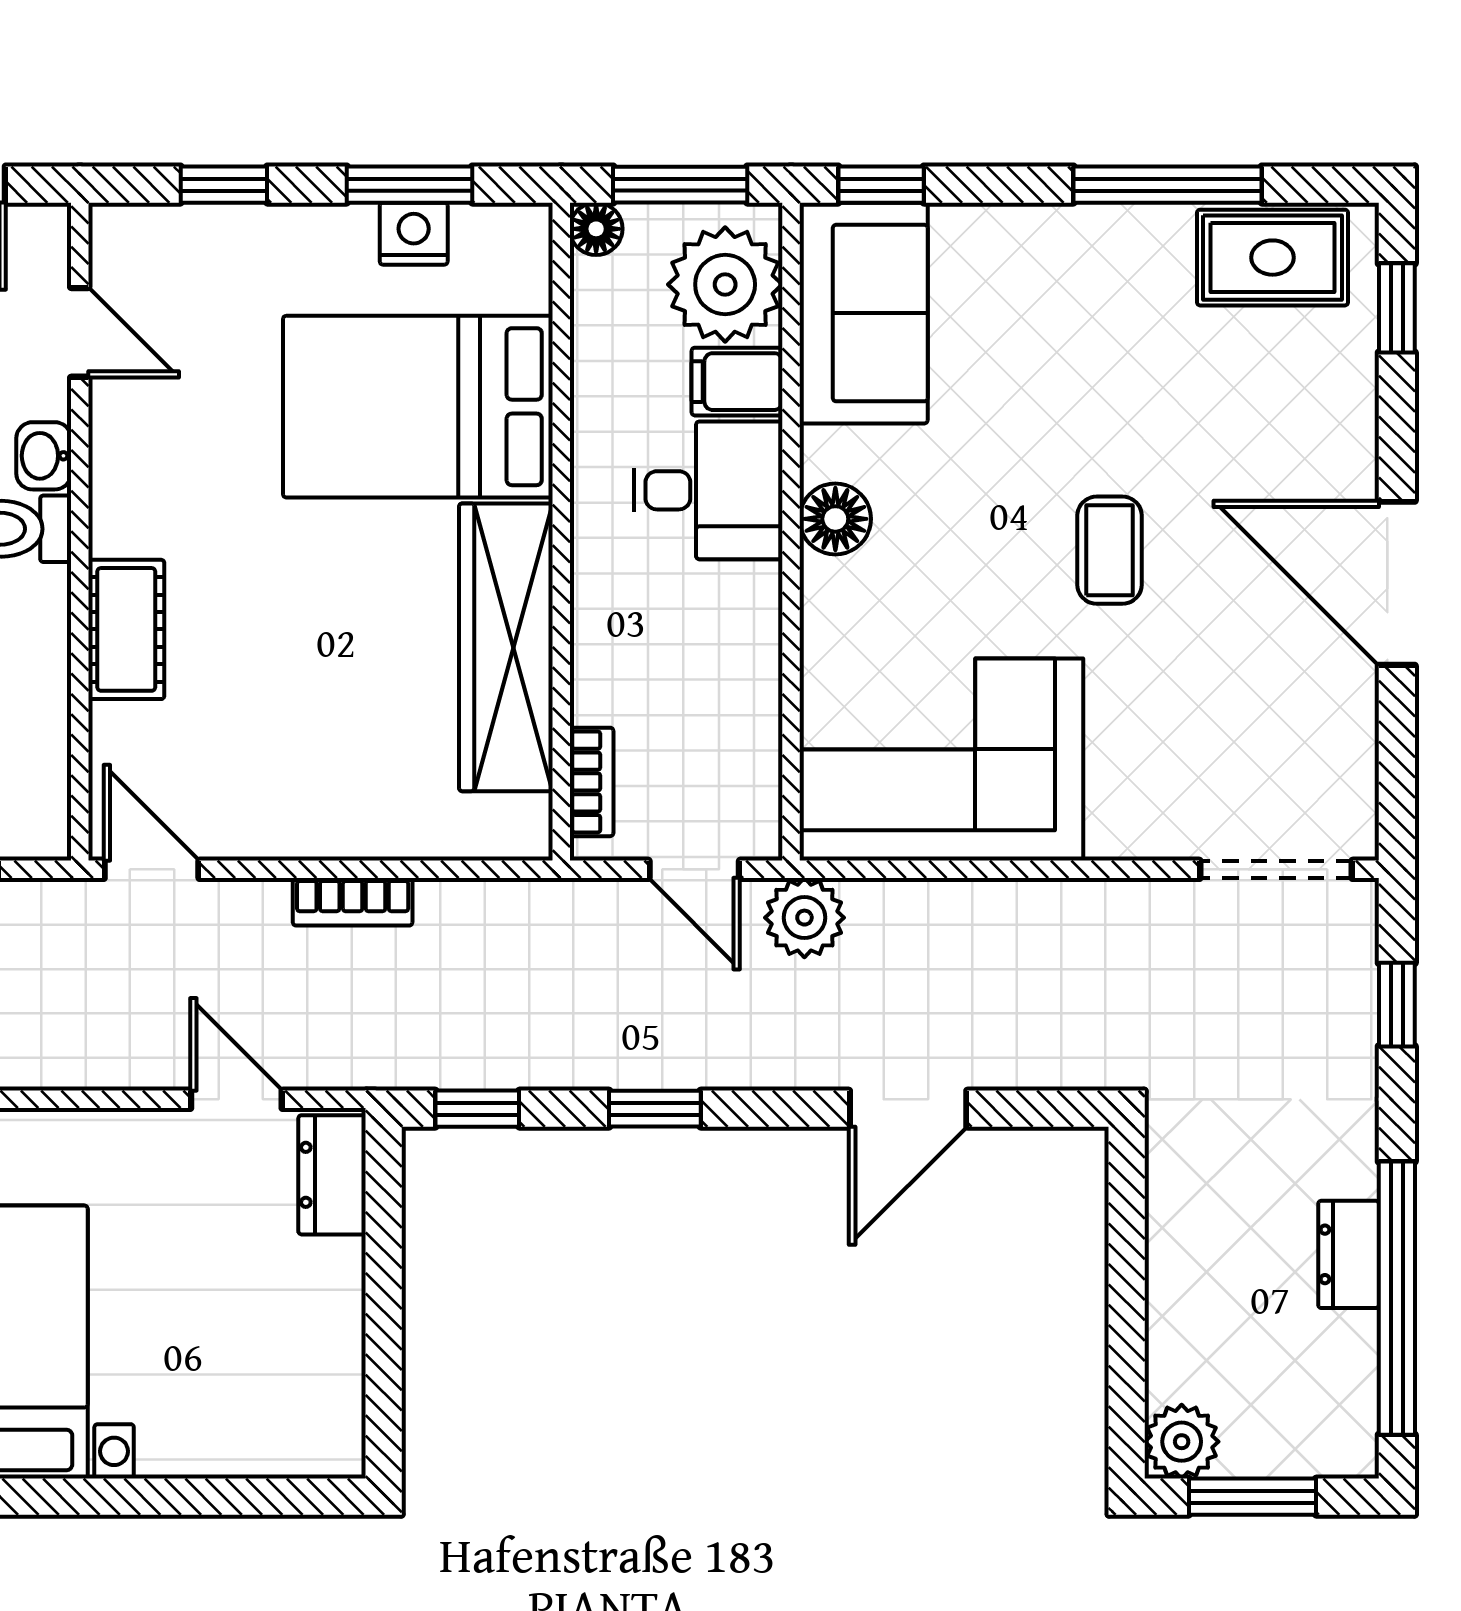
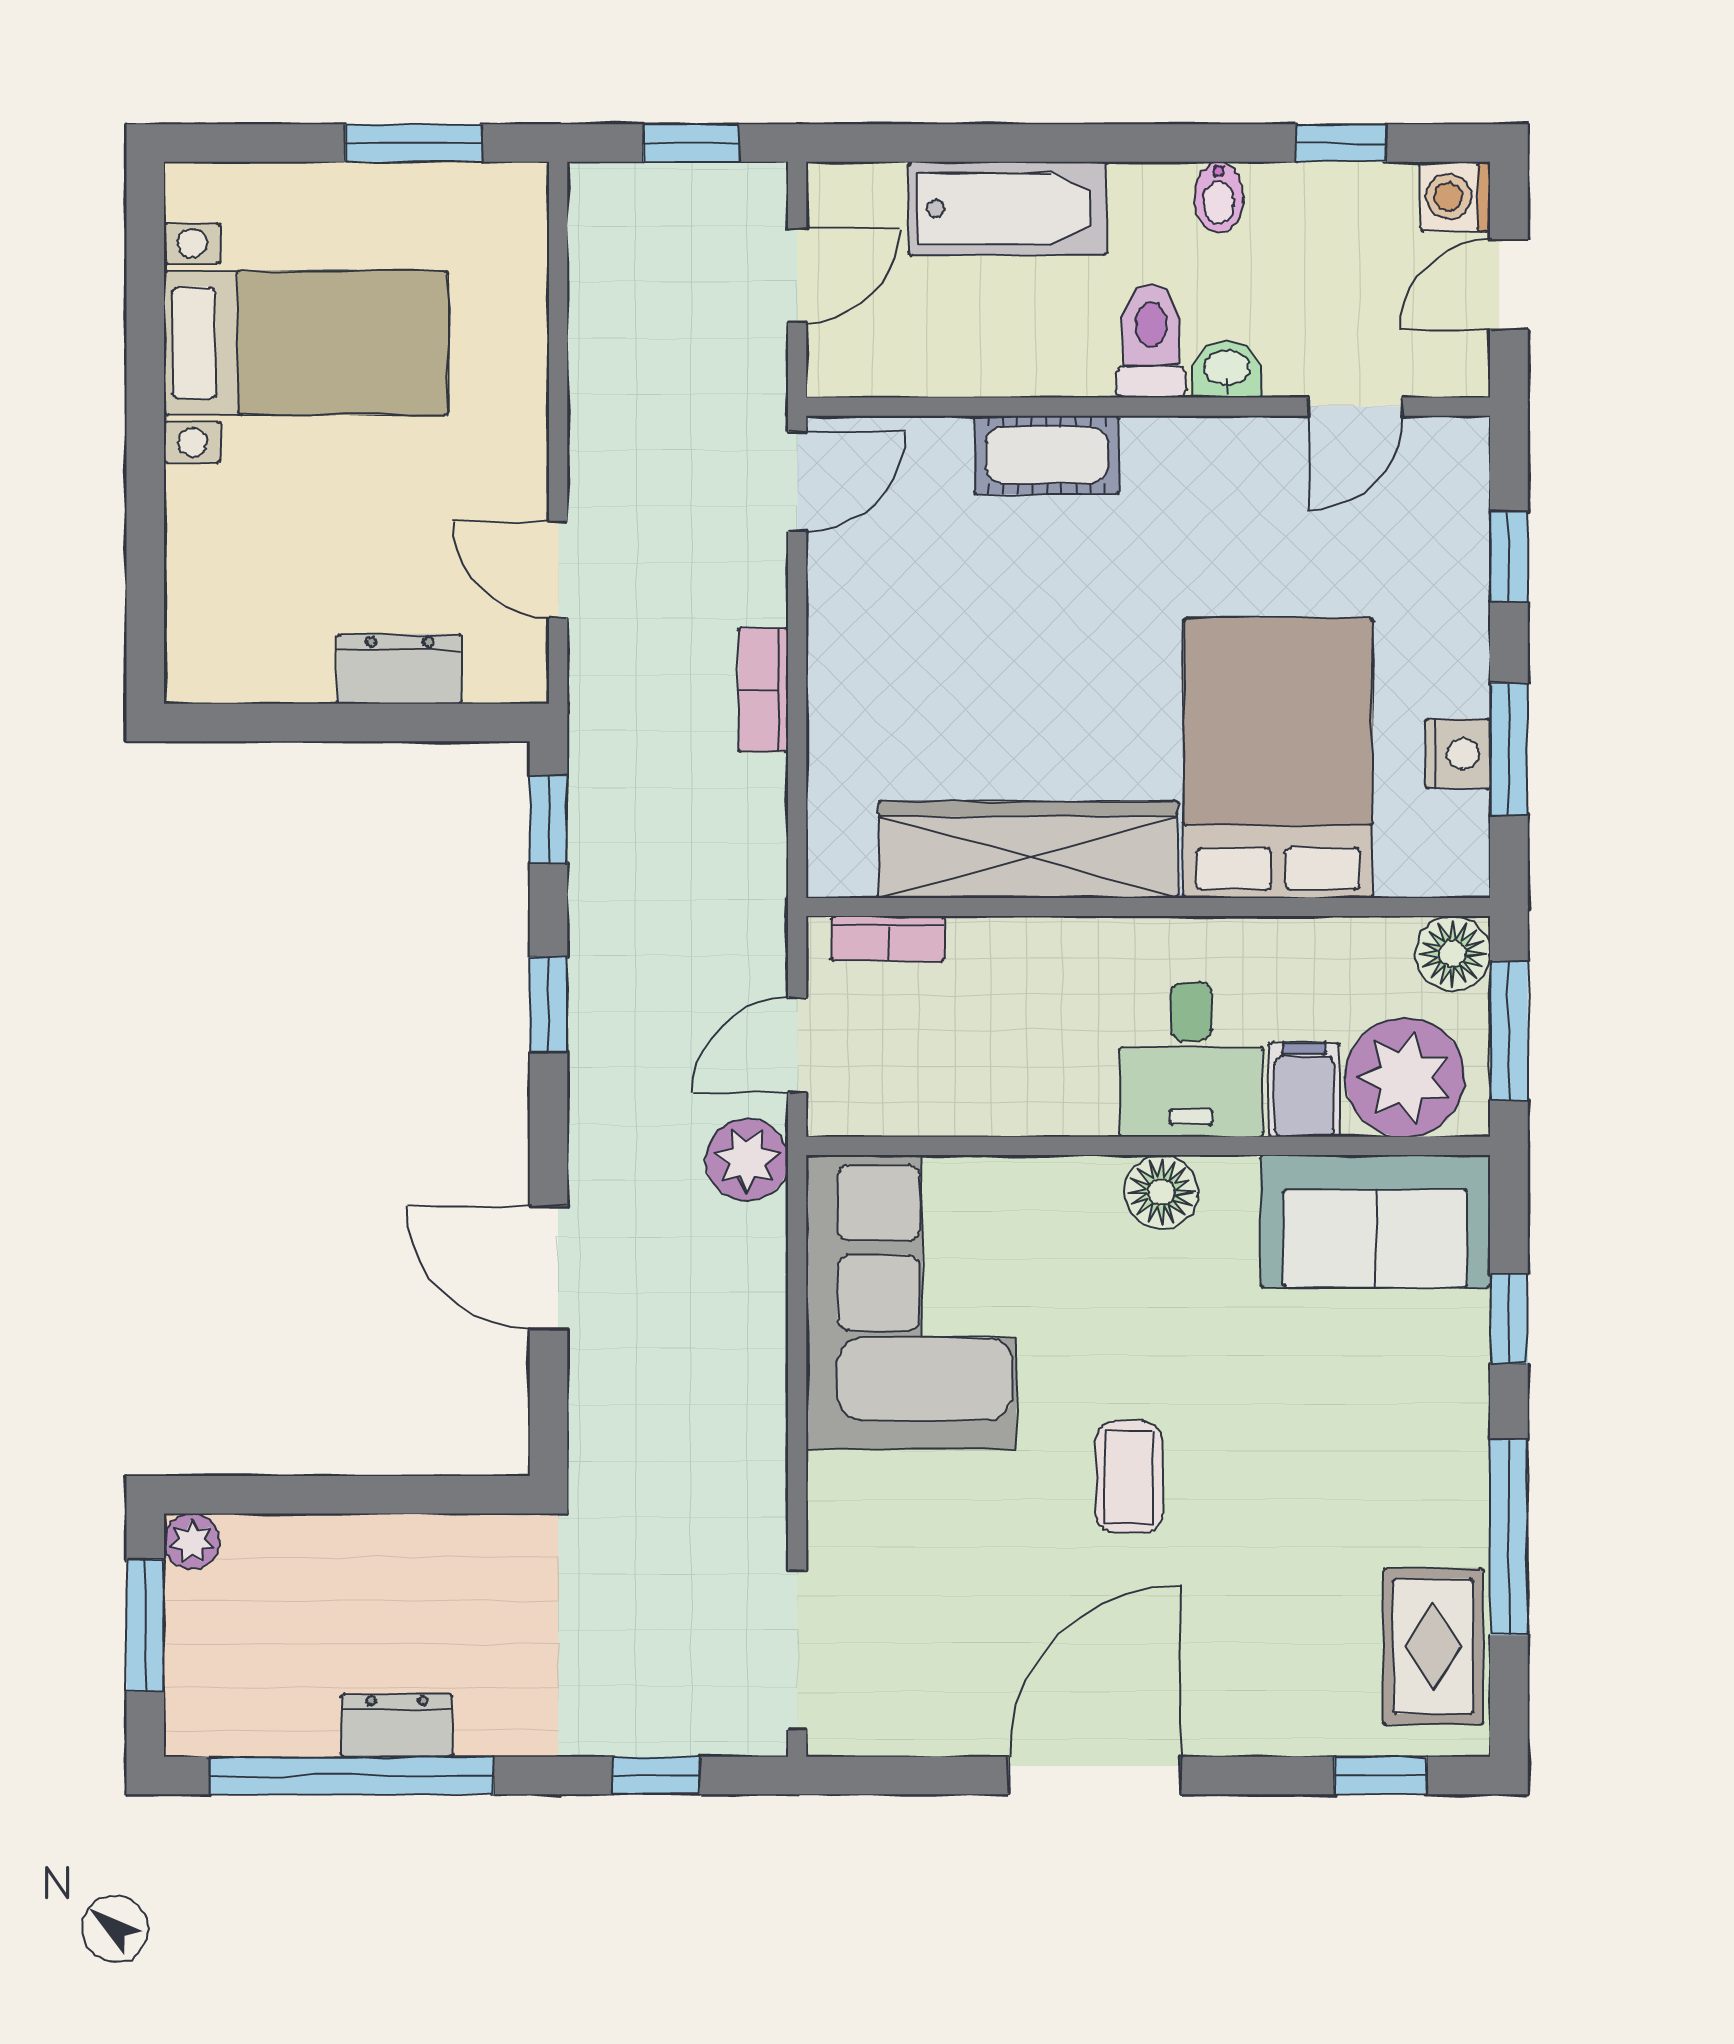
window: (881, 185) -> (1509, 1319), moved
floor lamp: (596, 229) -> (1453, 953), width x1.37, depth x1.37
coffee table: (1110, 550) -> (1129, 1477), turned 90
door: (236, 1099) -> (558, 569), swing flipped
dresser: (332, 1175) -> (400, 669), moved
plant: (1182, 1442) -> (192, 1541), width x0.73, depth x0.73

